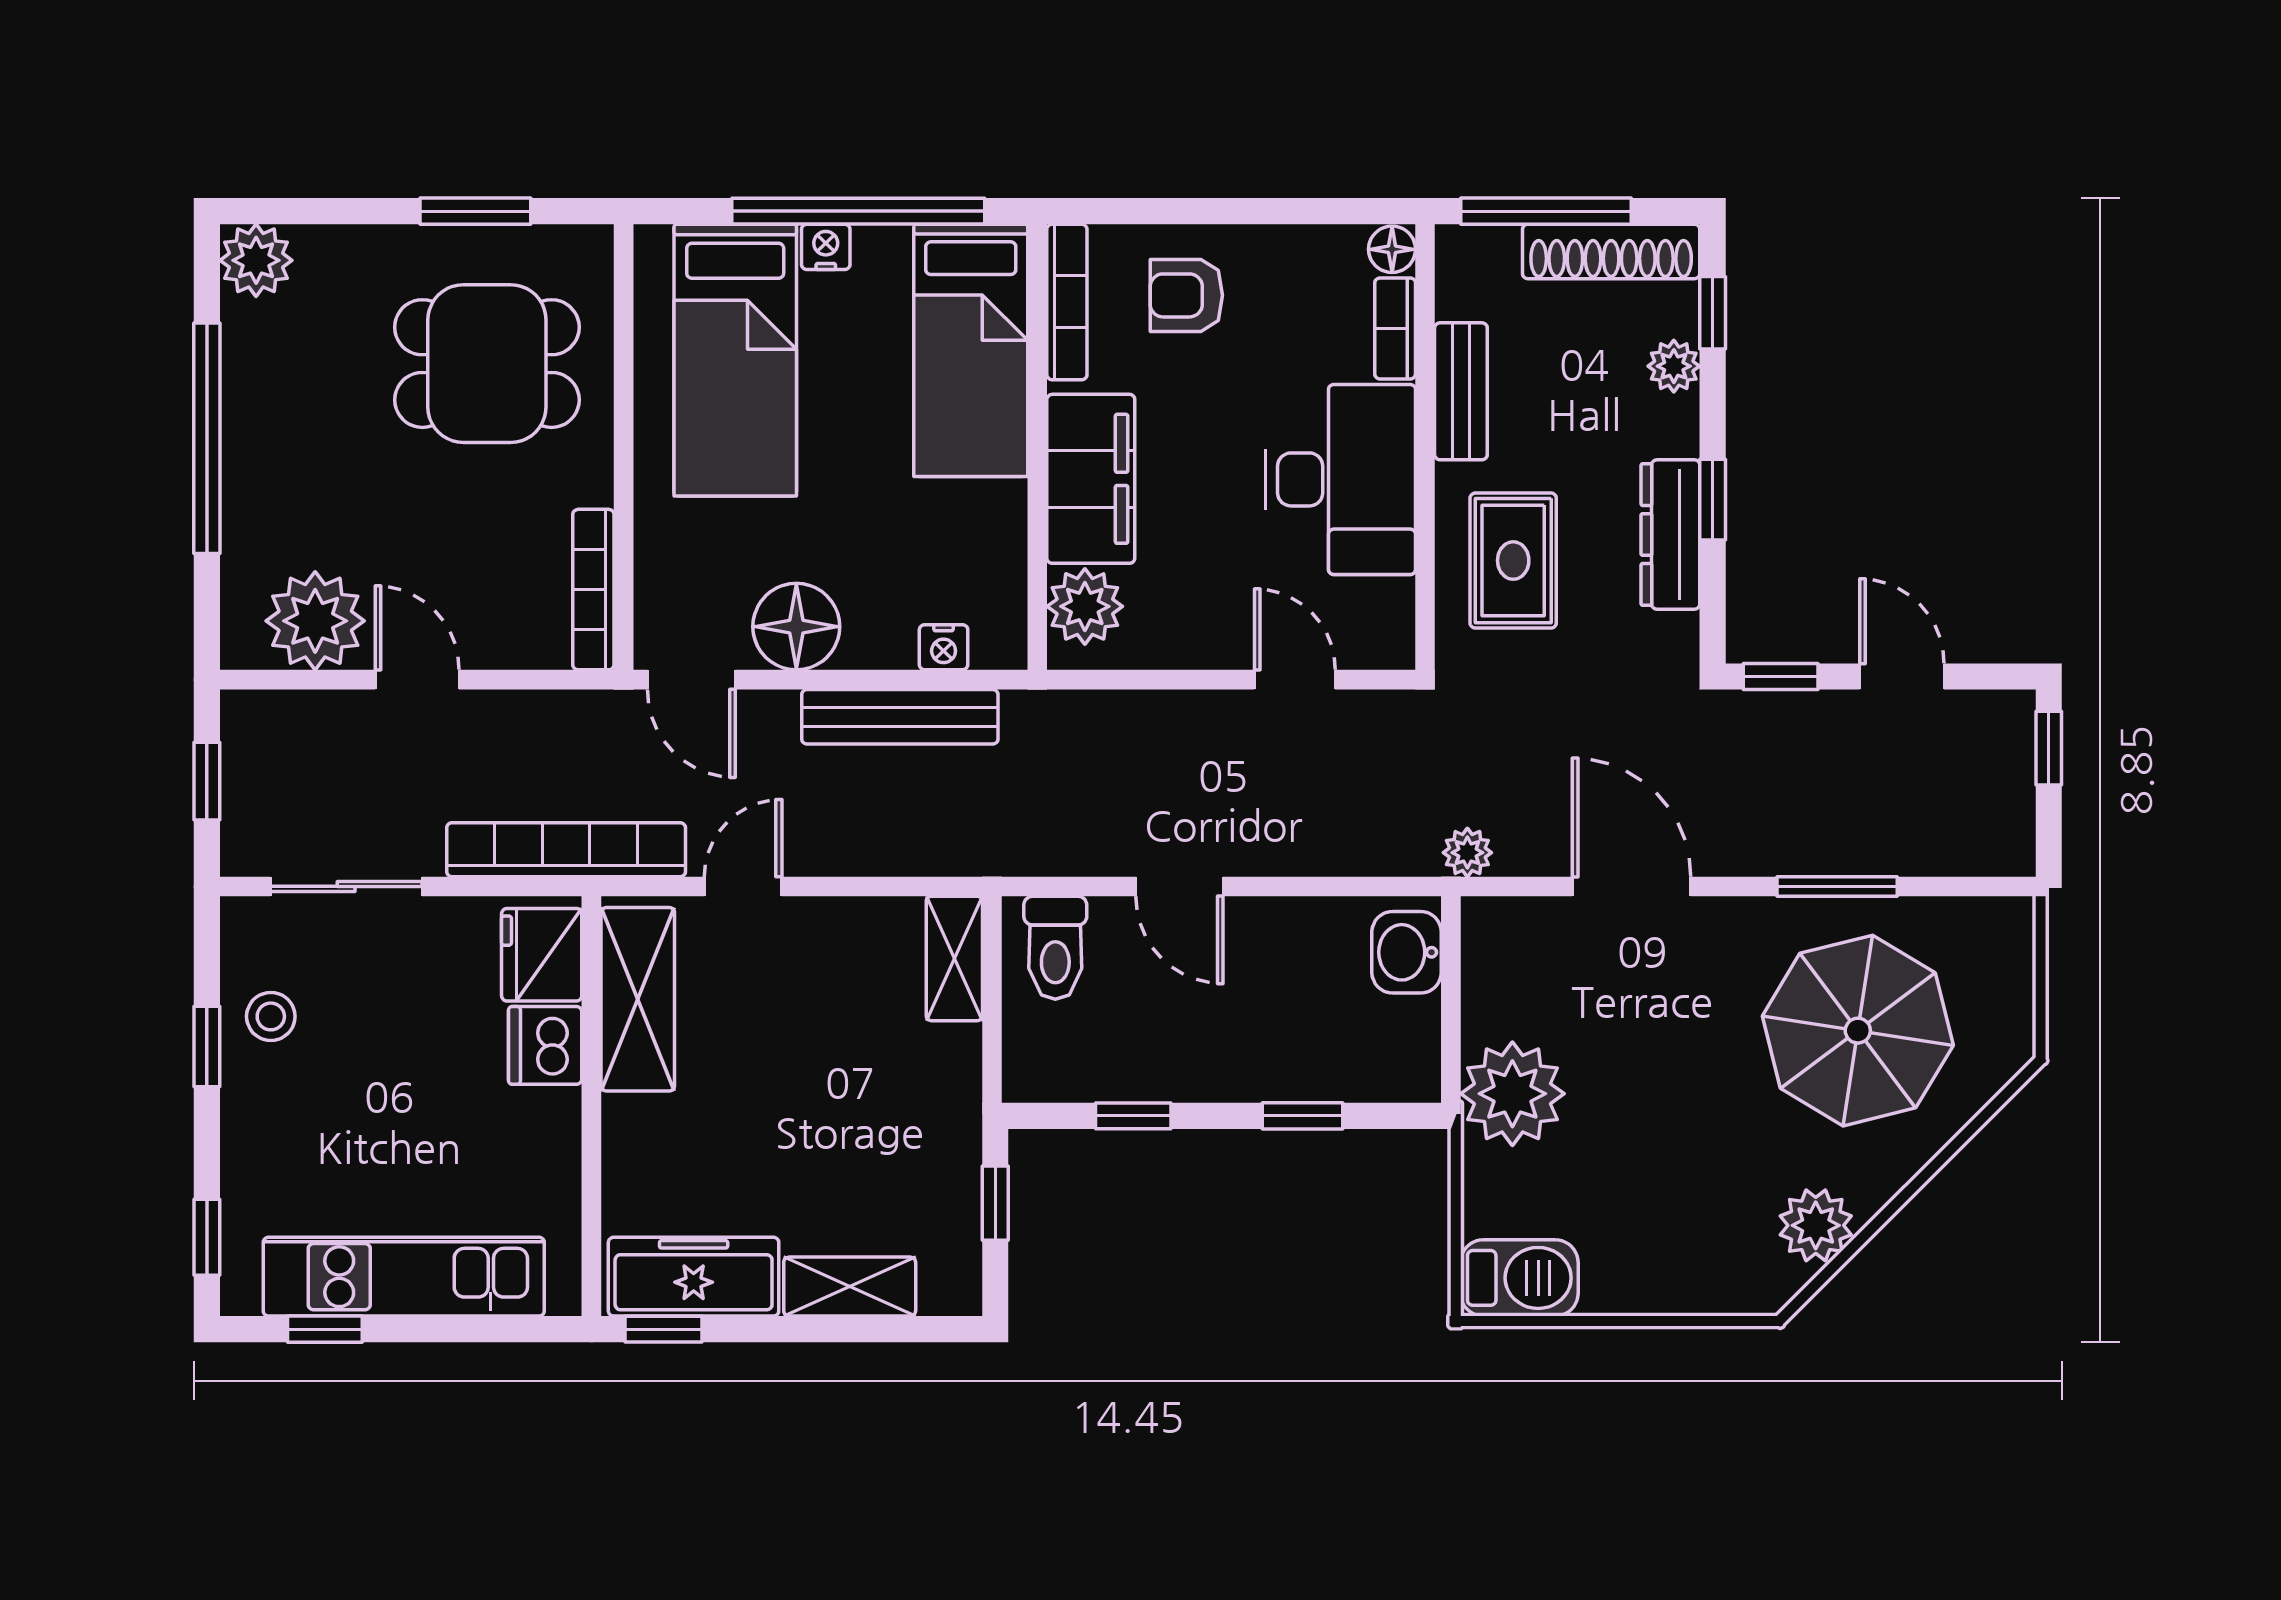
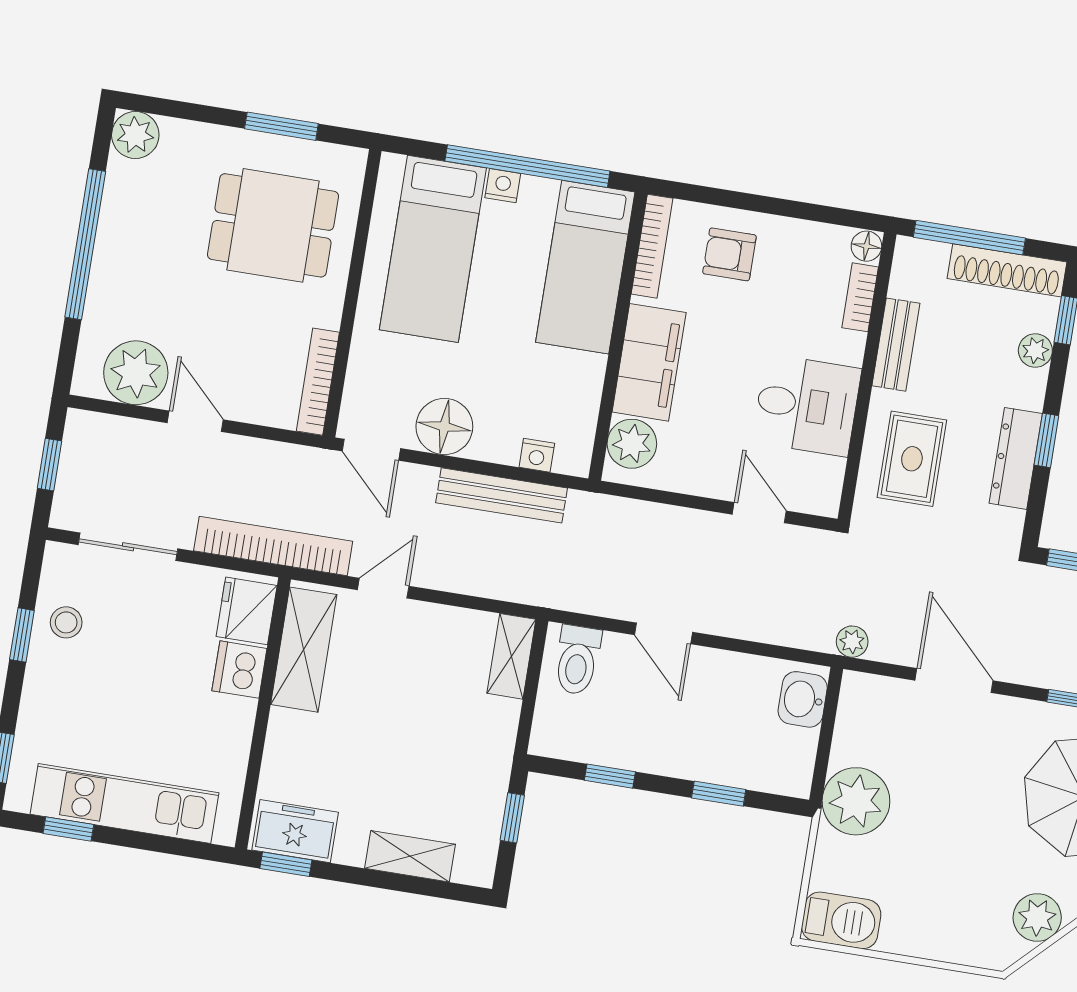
desk: (1341, 479) -> (807, 405), width x0.73
freezer: (694, 1277) -> (295, 831), width x0.71

